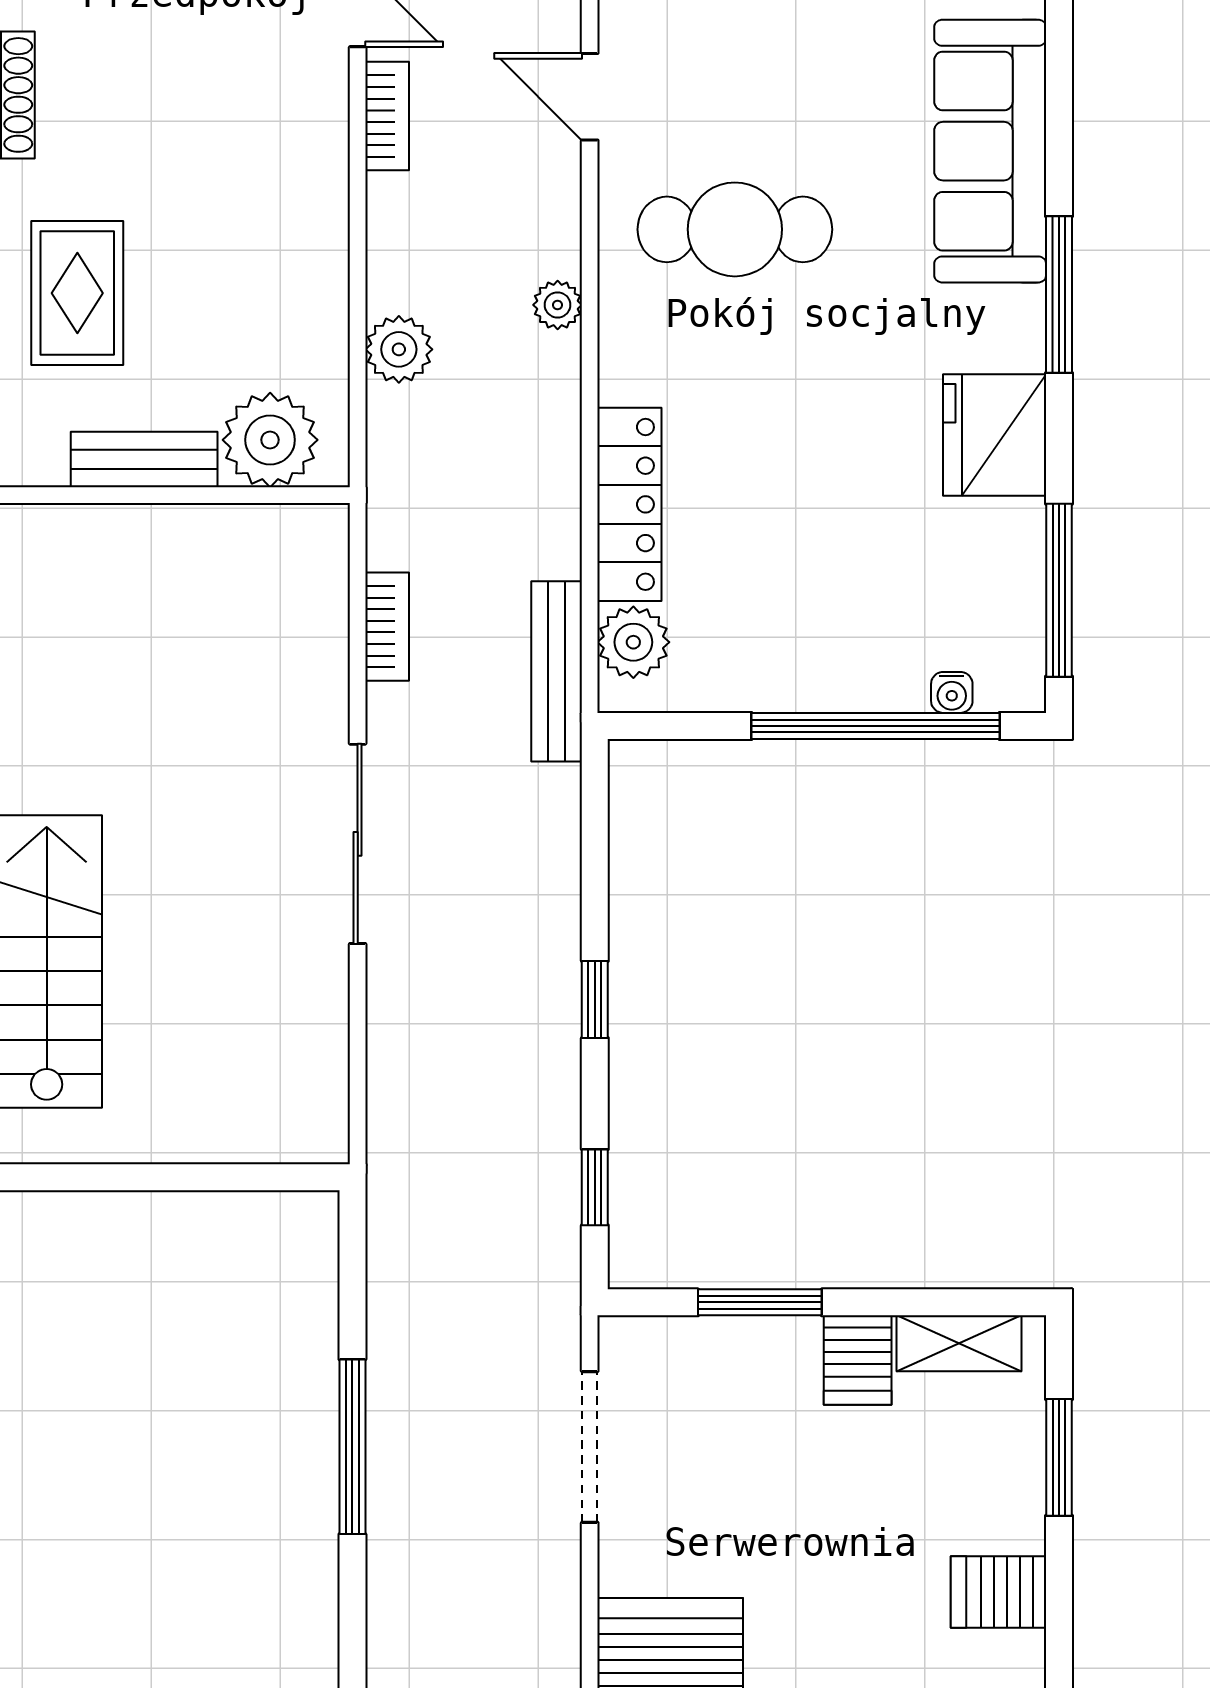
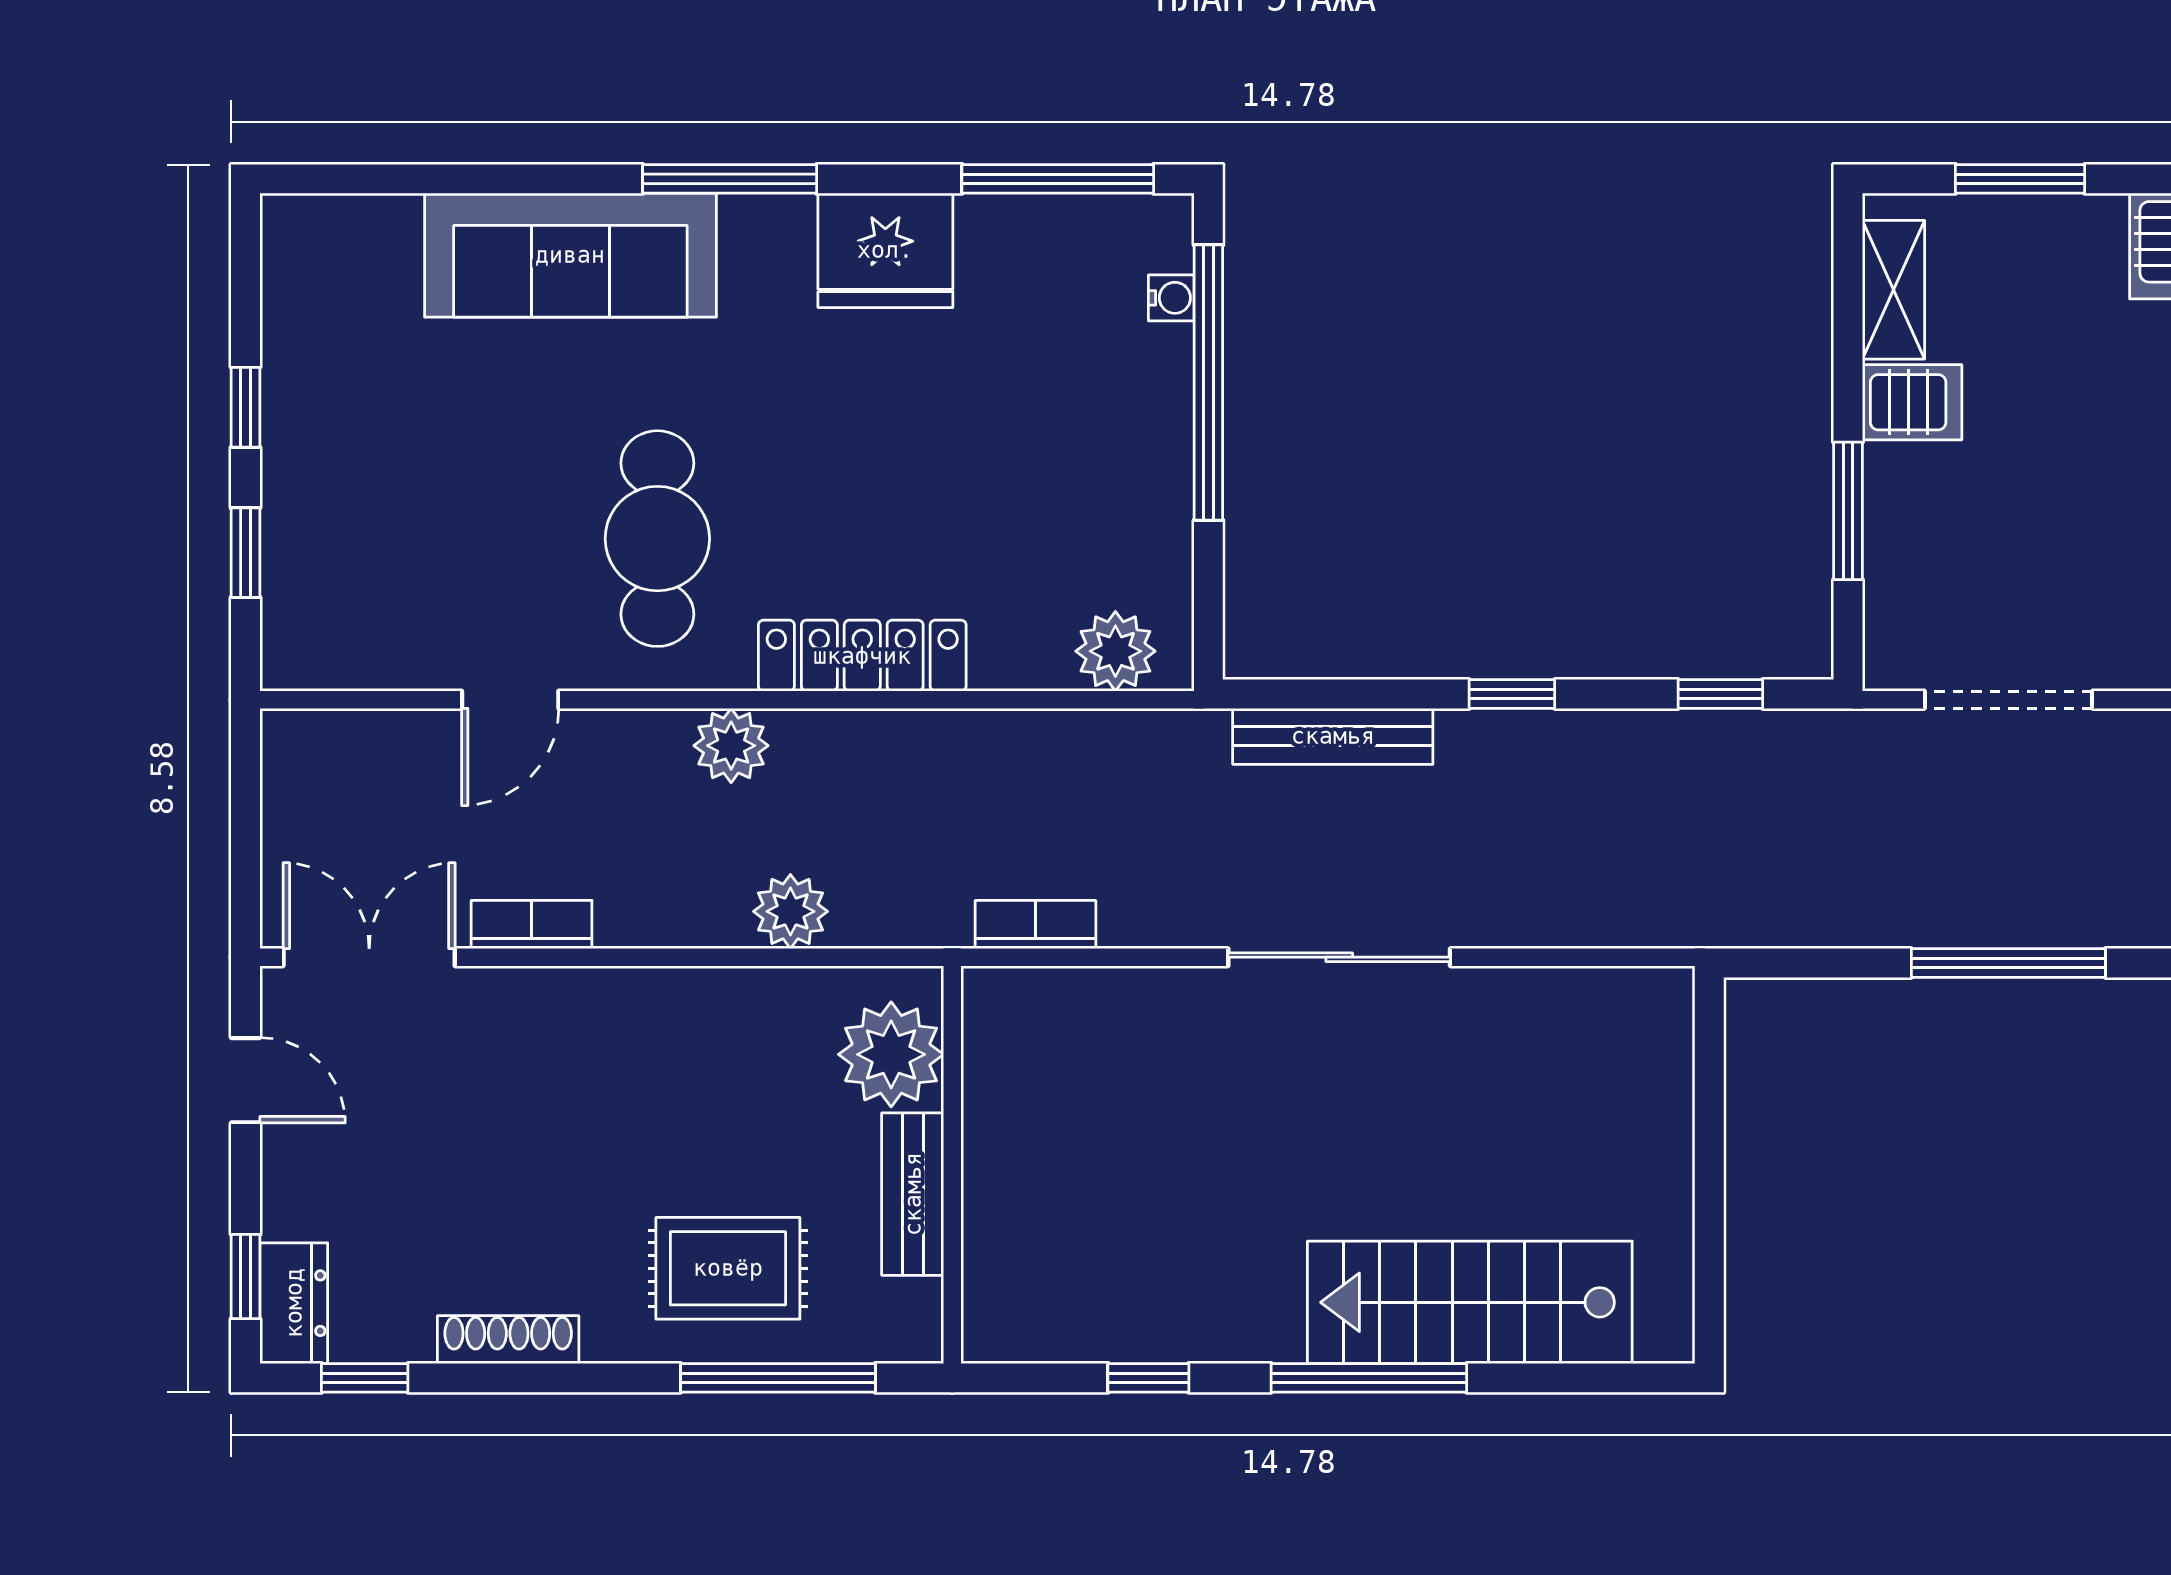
plant: (558, 305) -> (731, 746), width x1.38, depth x1.38
locker: (629, 504) -> (862, 656), moved
bookcase: (387, 627) -> (1035, 925), moved
bench: (557, 671) -> (1333, 736), moved

